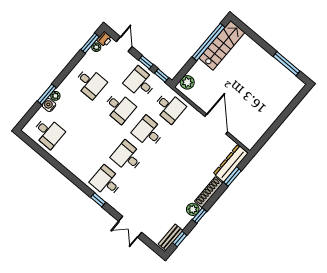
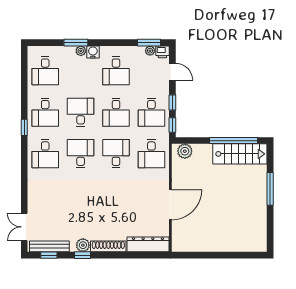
door: (124, 44) -> (172, 72), hinge flipped
window: (287, 64) -> (270, 189), moved
desk: (140, 83) -> (151, 112), turned 180
water cooler: (49, 105) -> (93, 52), moved
desk: (98, 132) -> (81, 112), added
desk: (77, 157) -> (45, 112), added
window: (232, 177) -> (138, 255), removed
desk: (106, 182) -> (45, 154), turned 180
window: (98, 200) -> (24, 127), moved
double door: (130, 227) -> (24, 227), moved
bench: (171, 237) -> (49, 246), width x1.36

